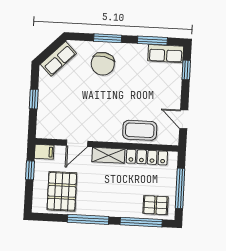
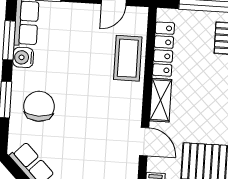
water cooler: (139, 51) -> (23, 57), added
chair: (103, 64) -> (39, 106), turned -100

